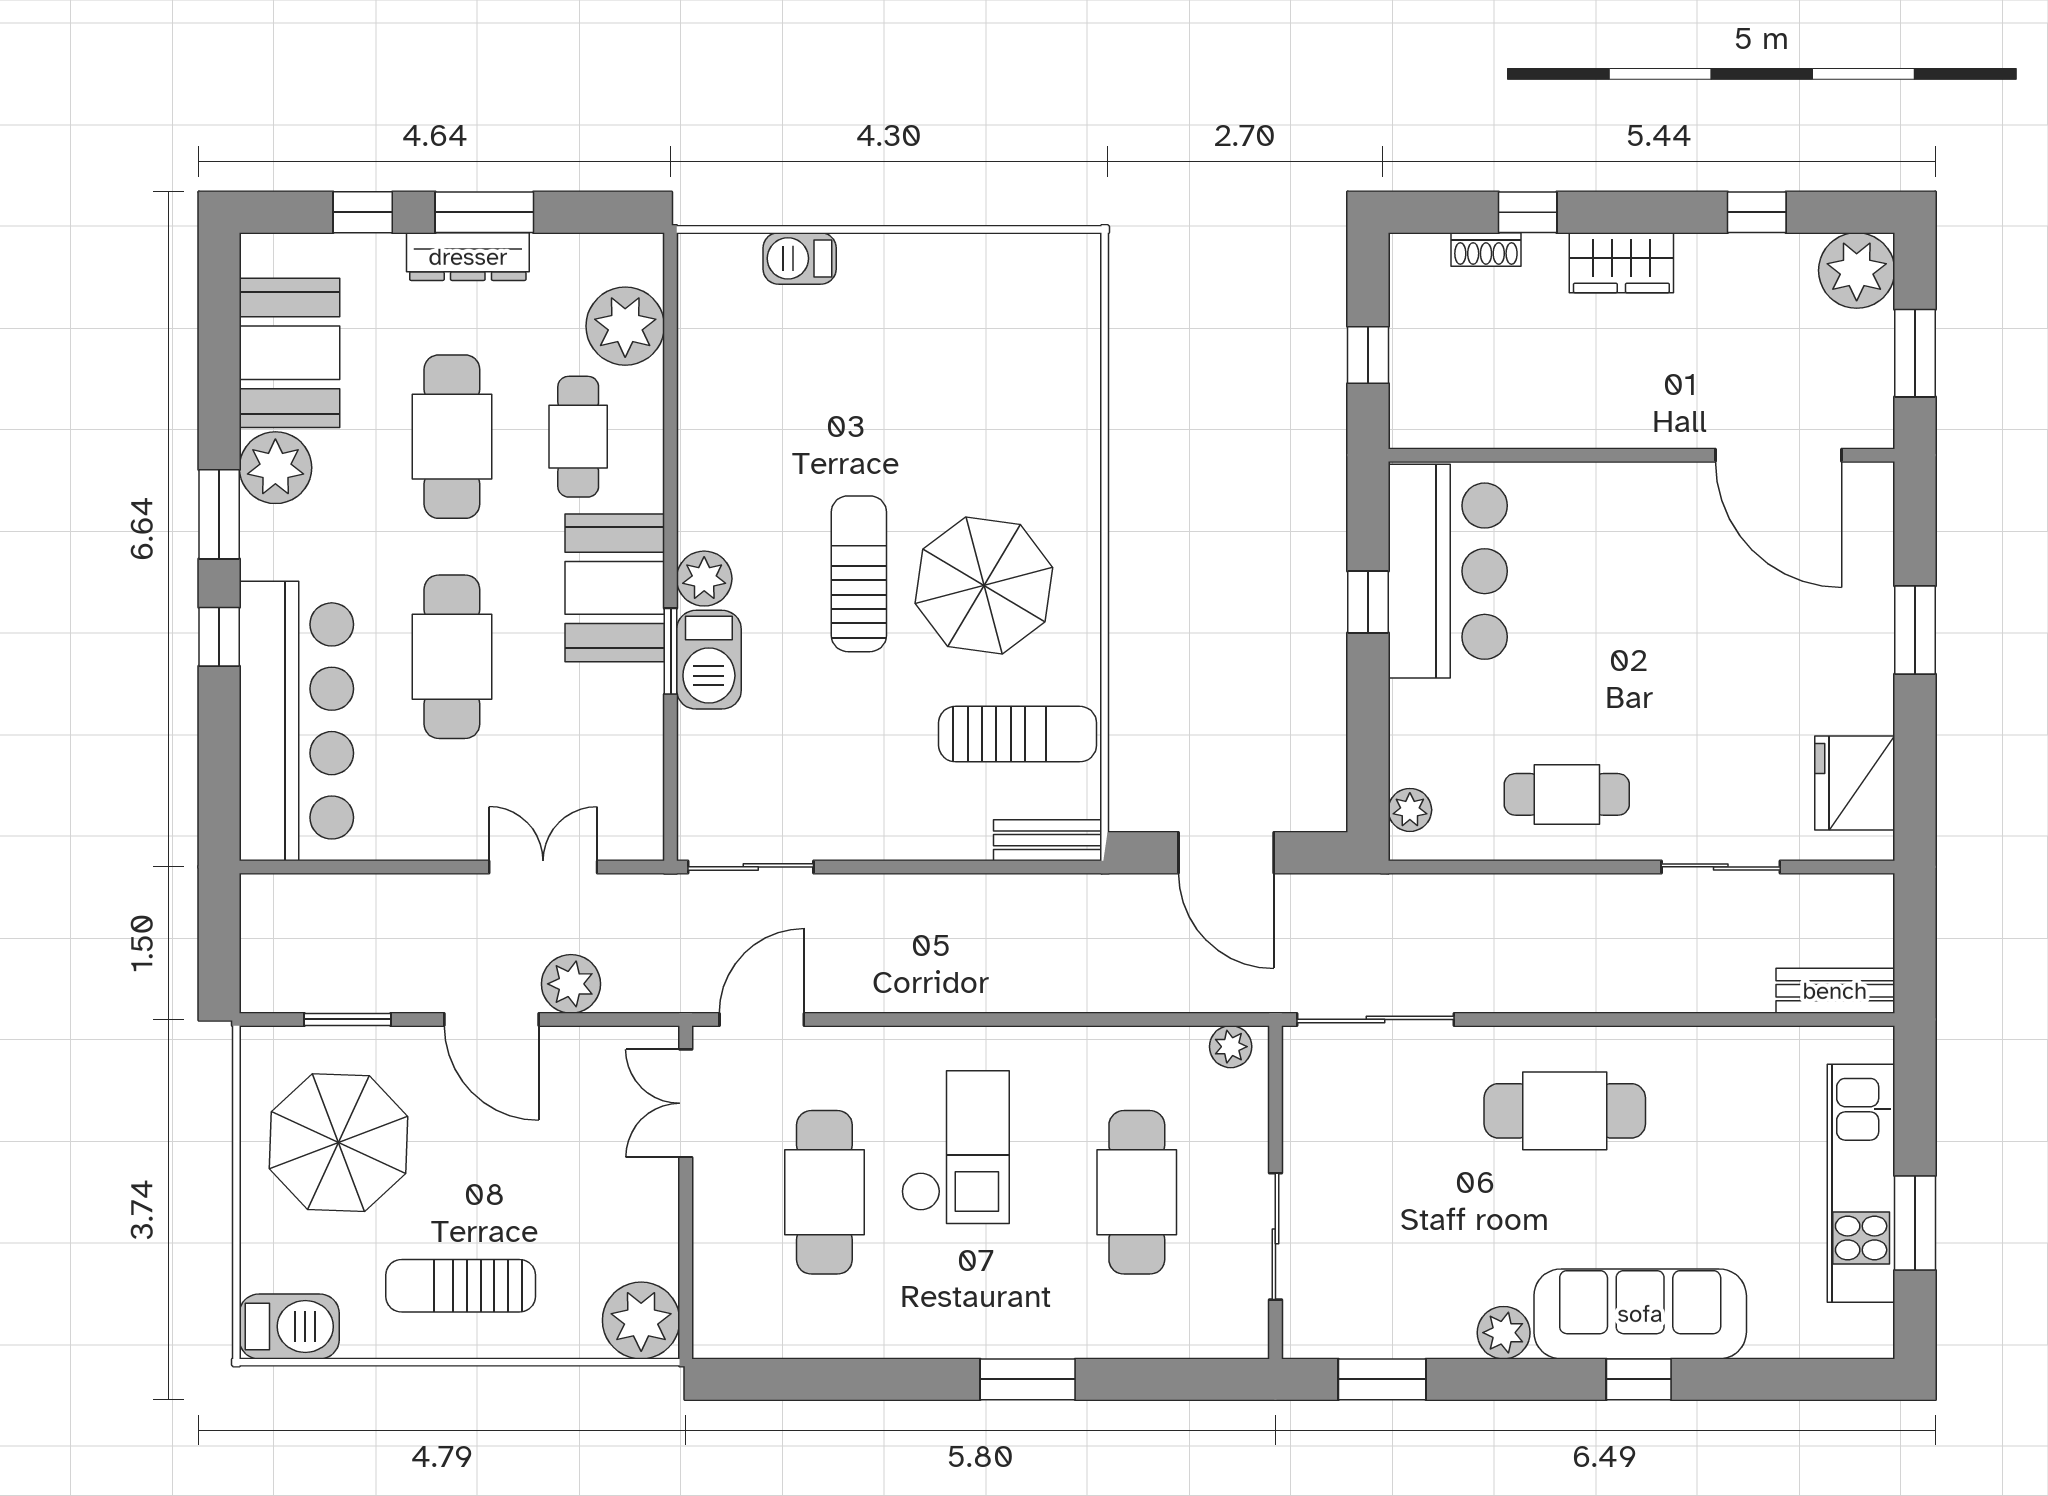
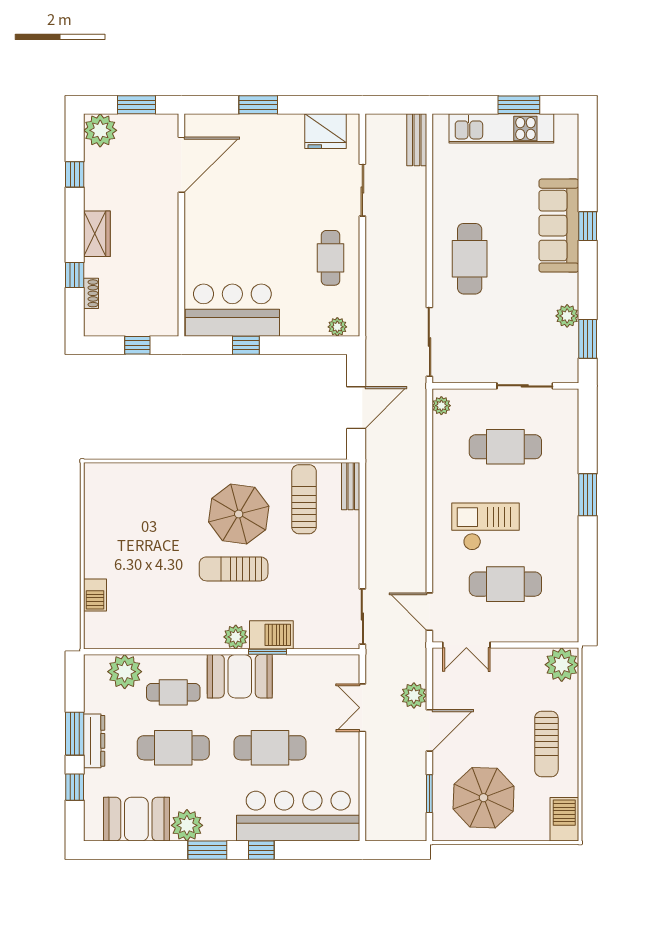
plant: (1504, 1333) -> (567, 316), moved

